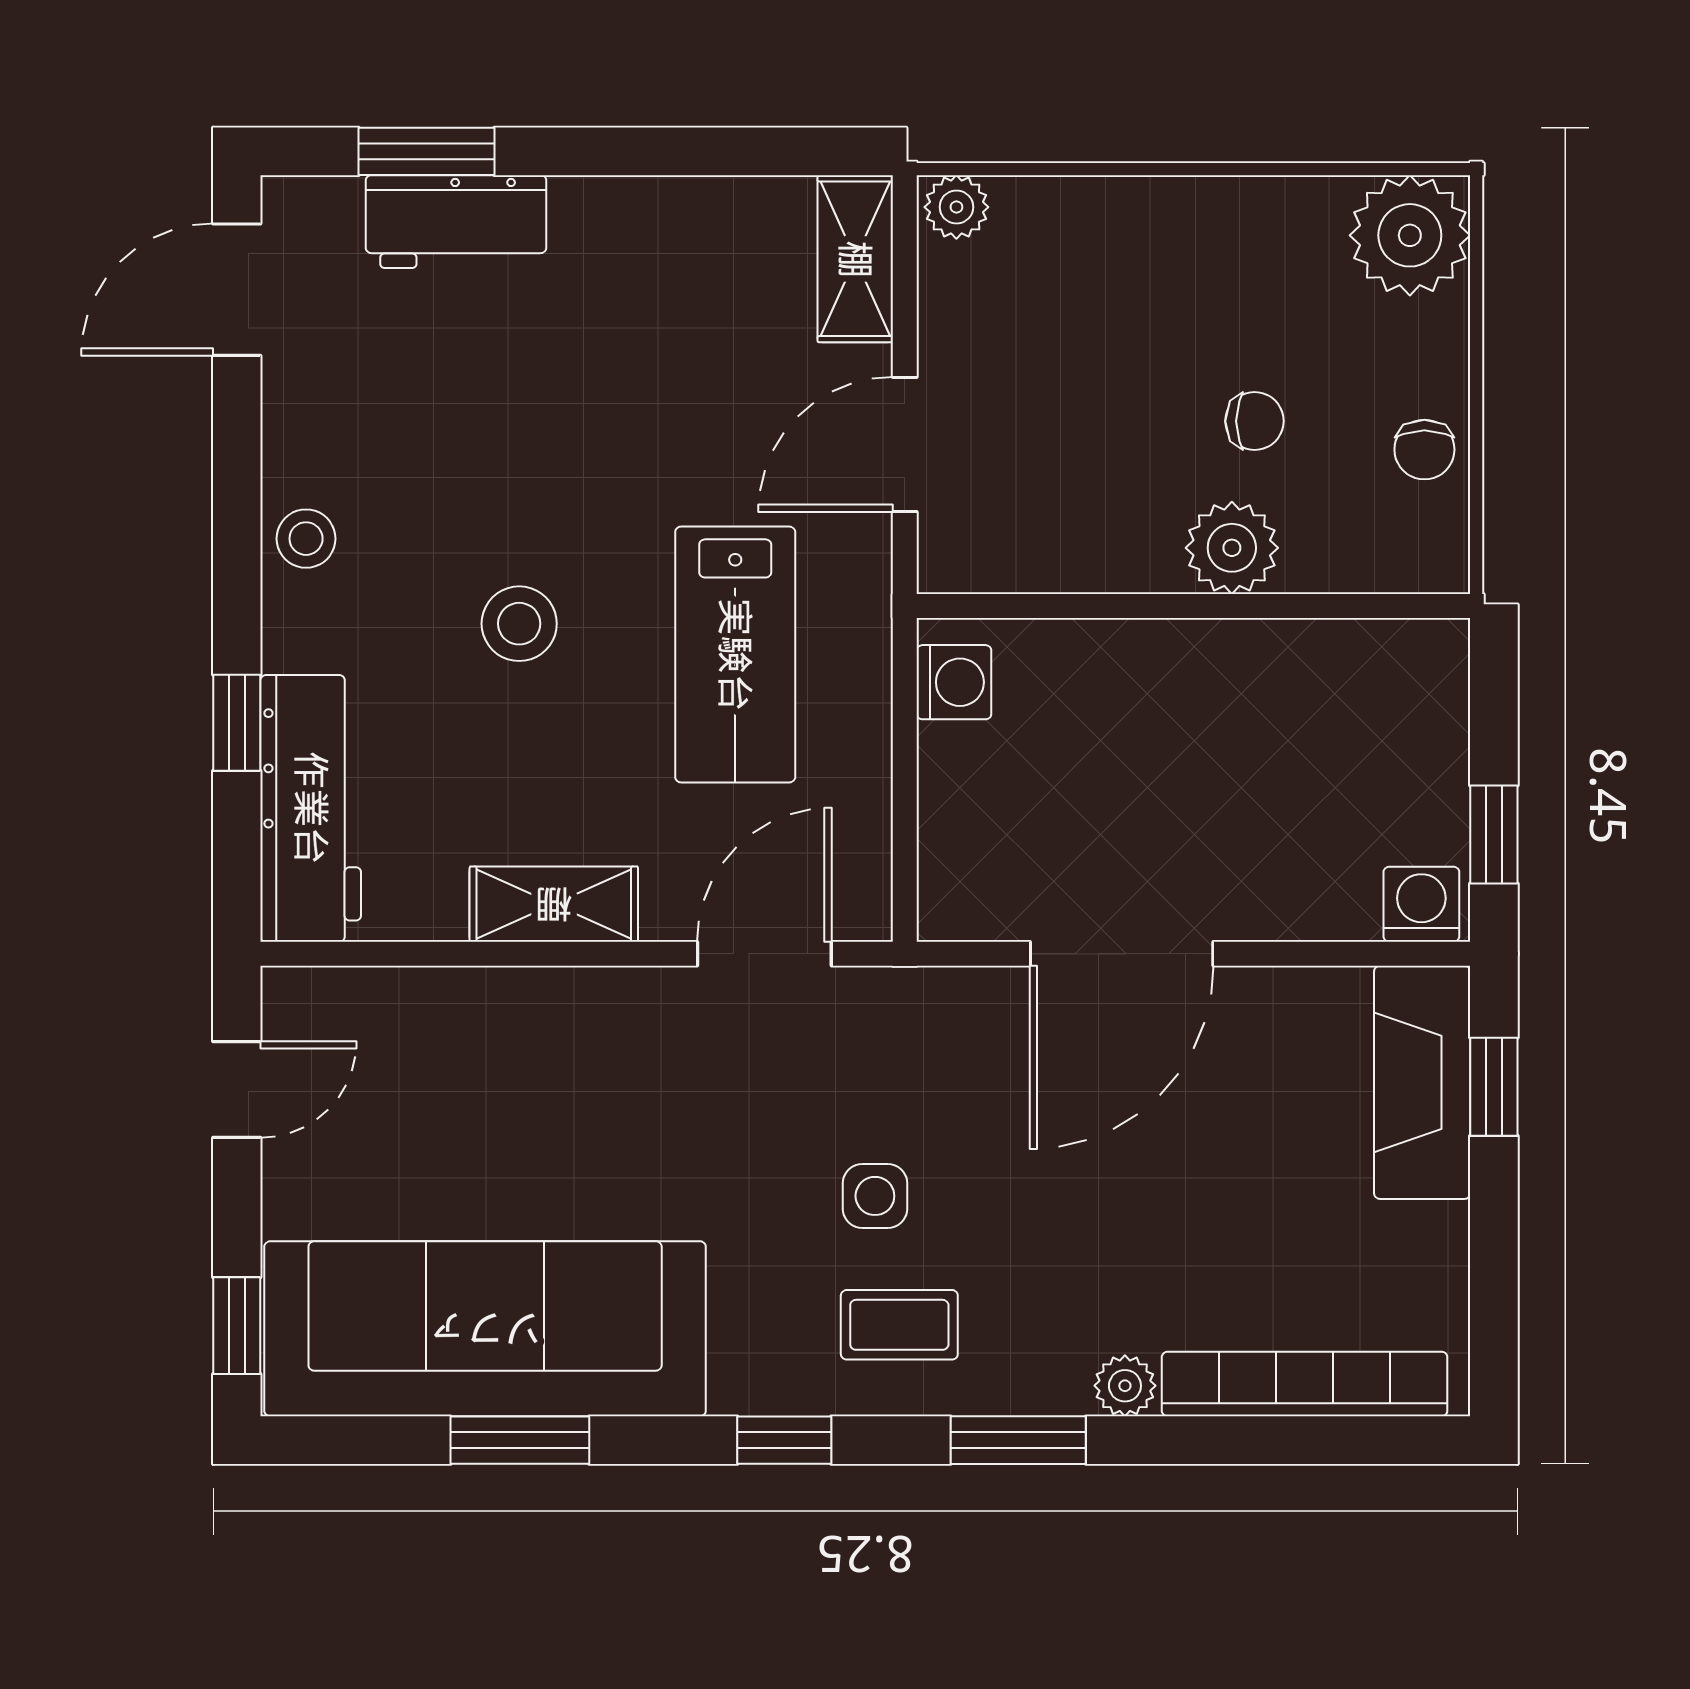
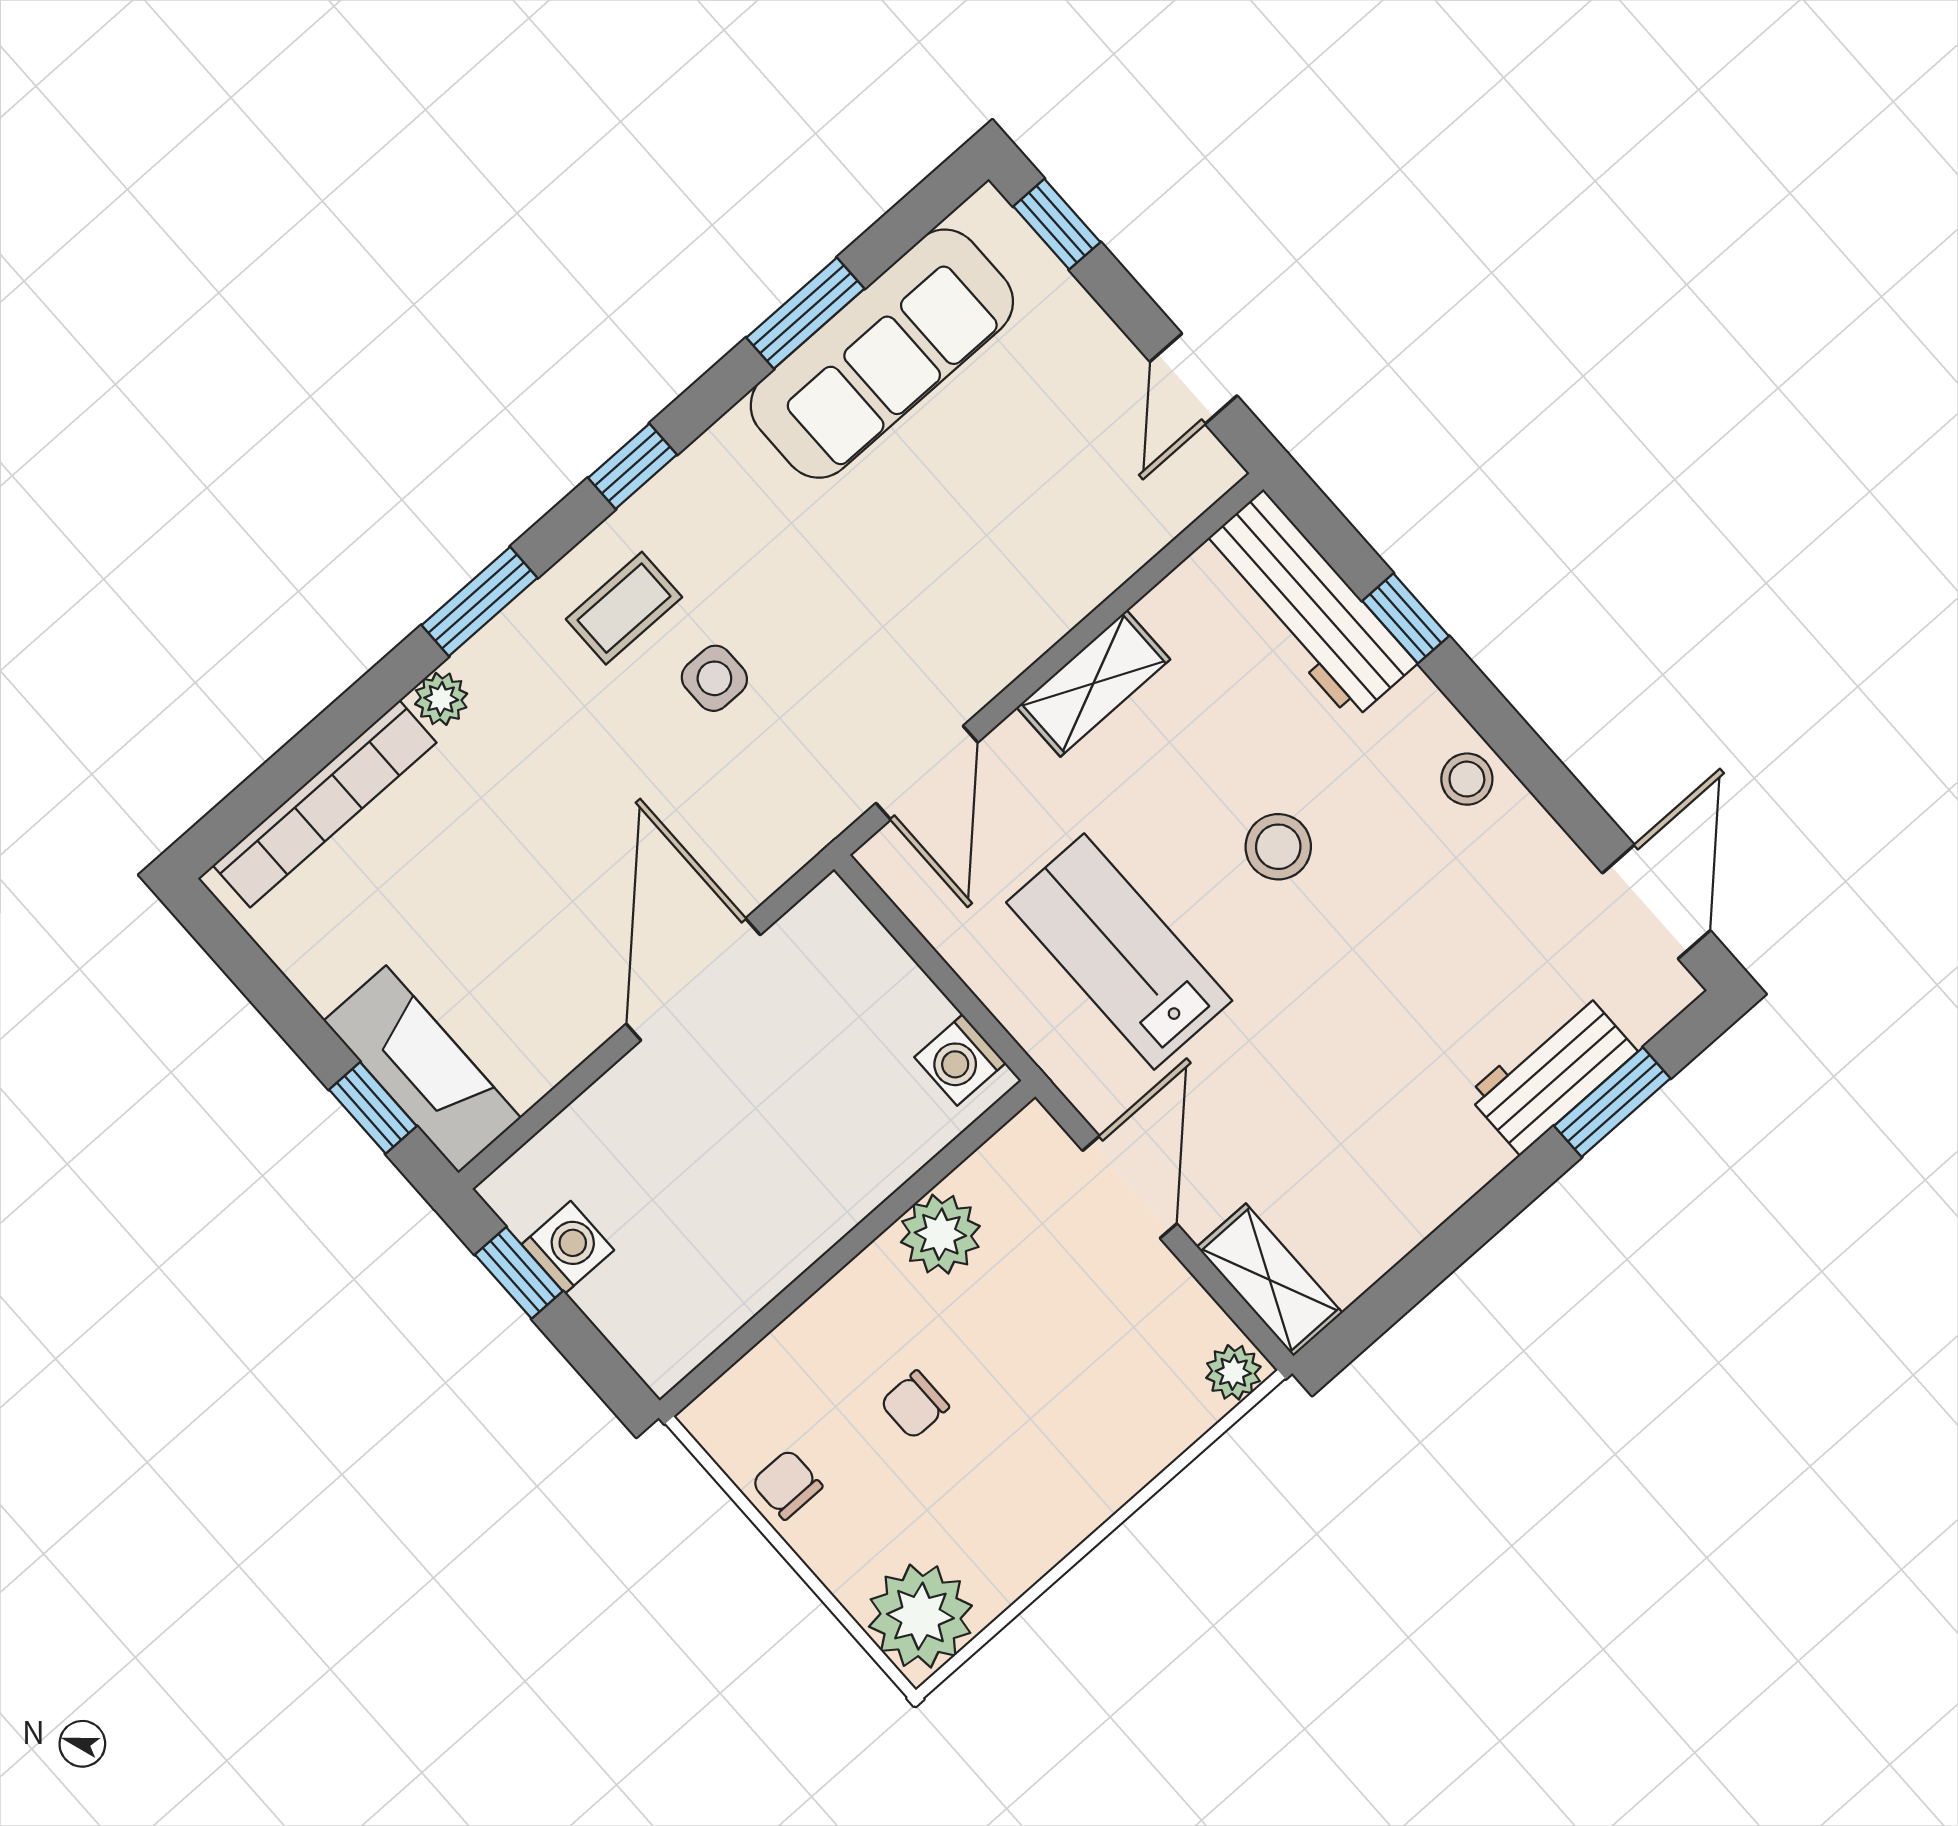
plant: (1232, 548) -> (940, 1234), moved
washing machine: (1421, 904) -> (568, 1247), moved, turned -90
sofa: (485, 1329) -> (882, 354), width x0.74, depth x0.79

